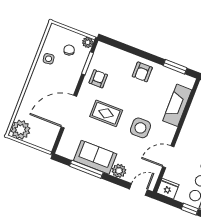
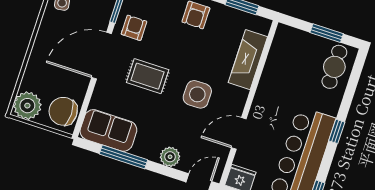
door: (69, 112) -> (102, 56), moved
chair: (45, 135) -> (63, 111), added
sofa: (95, 157) -> (108, 130), moved

